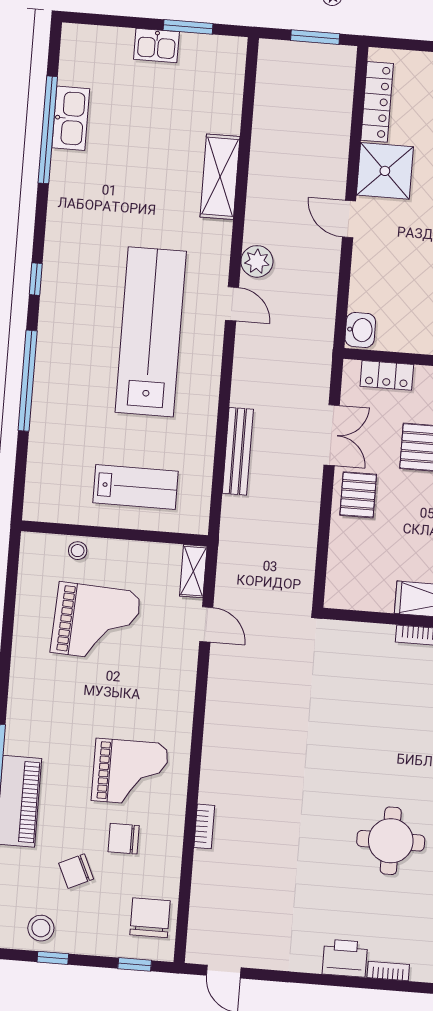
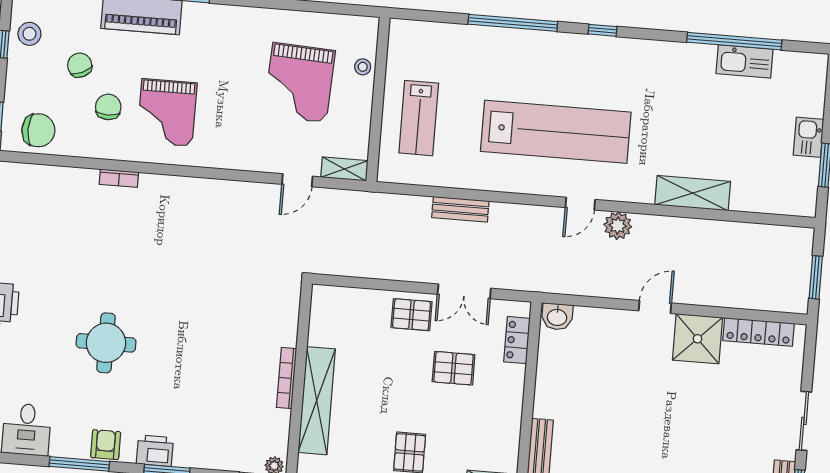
bench: (238, 451) -> (460, 209), width x0.73

